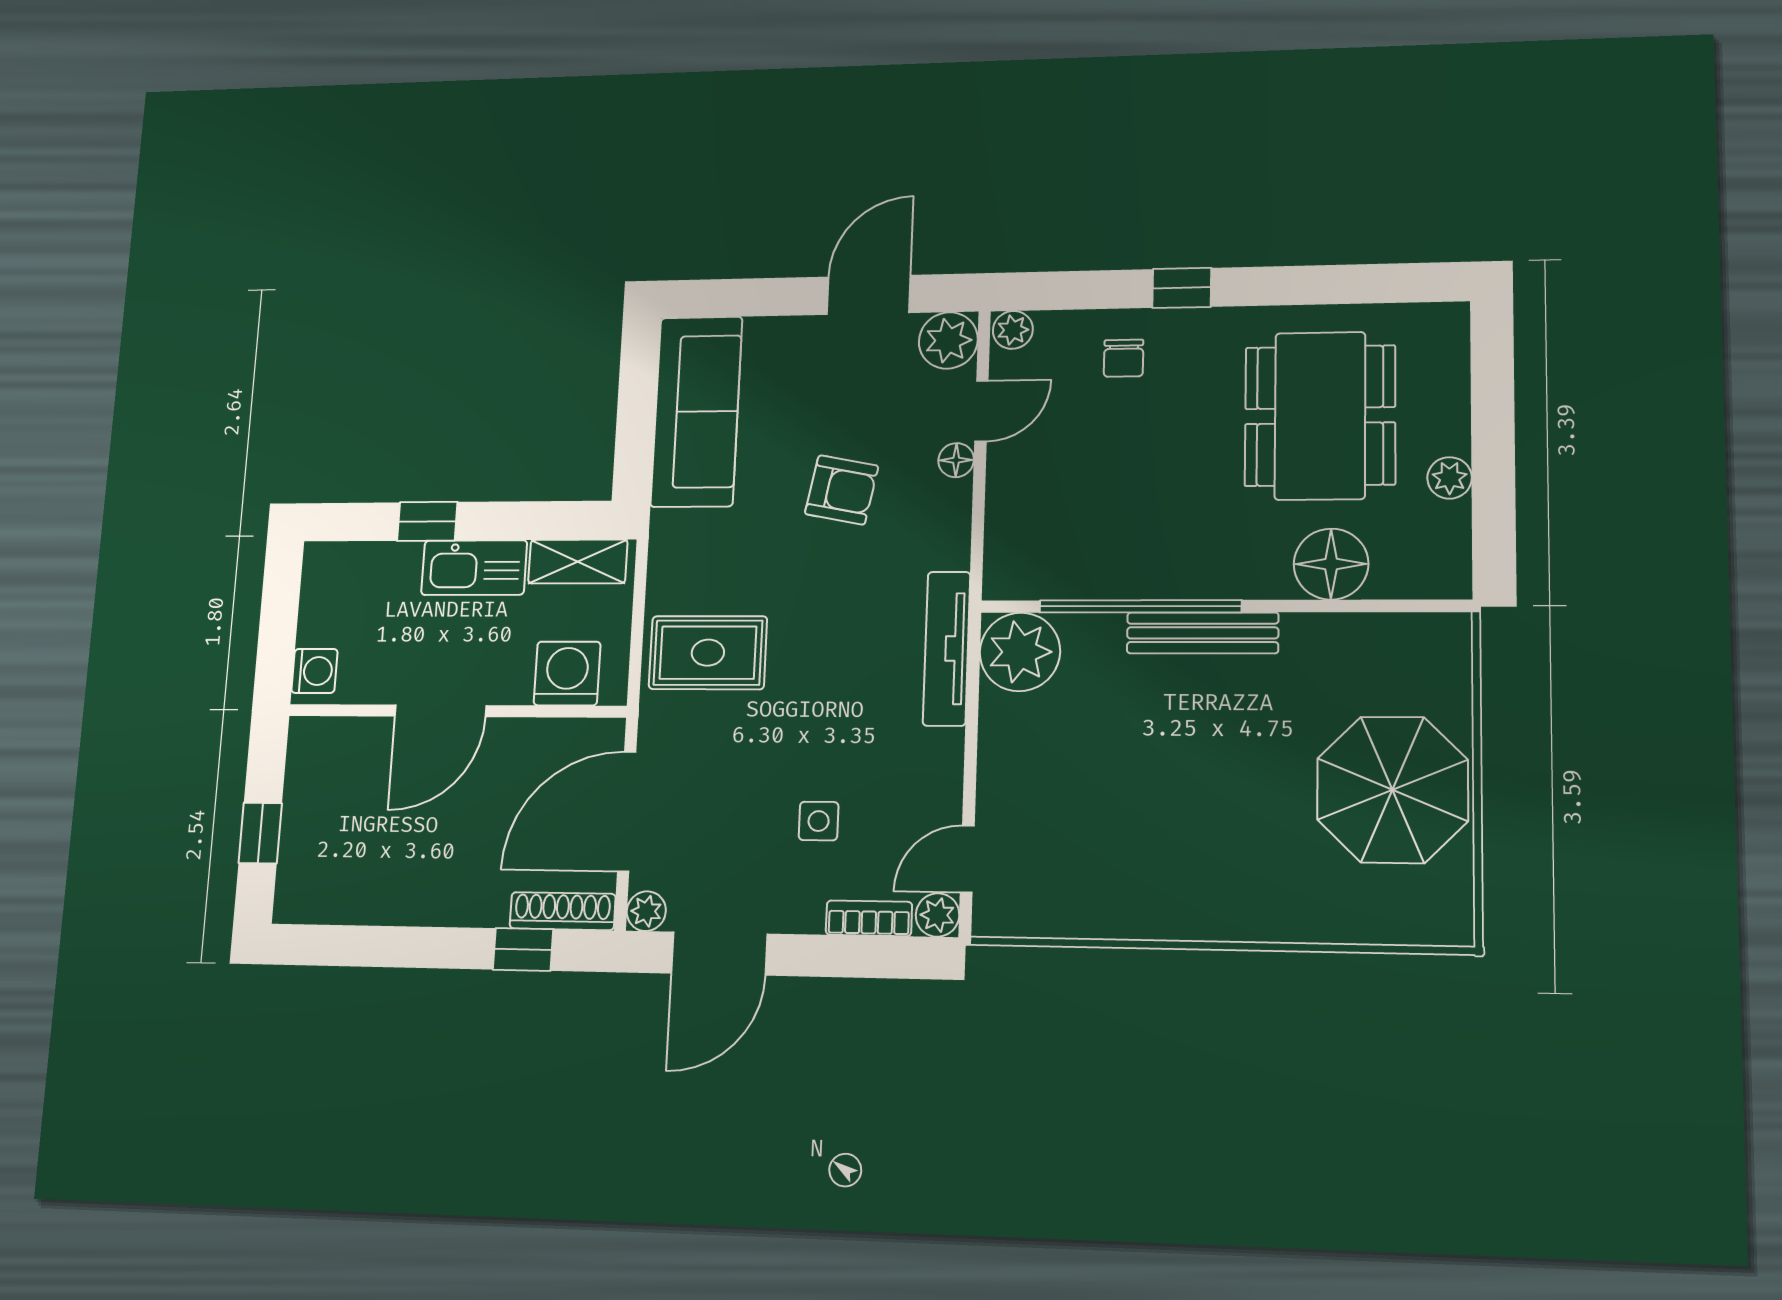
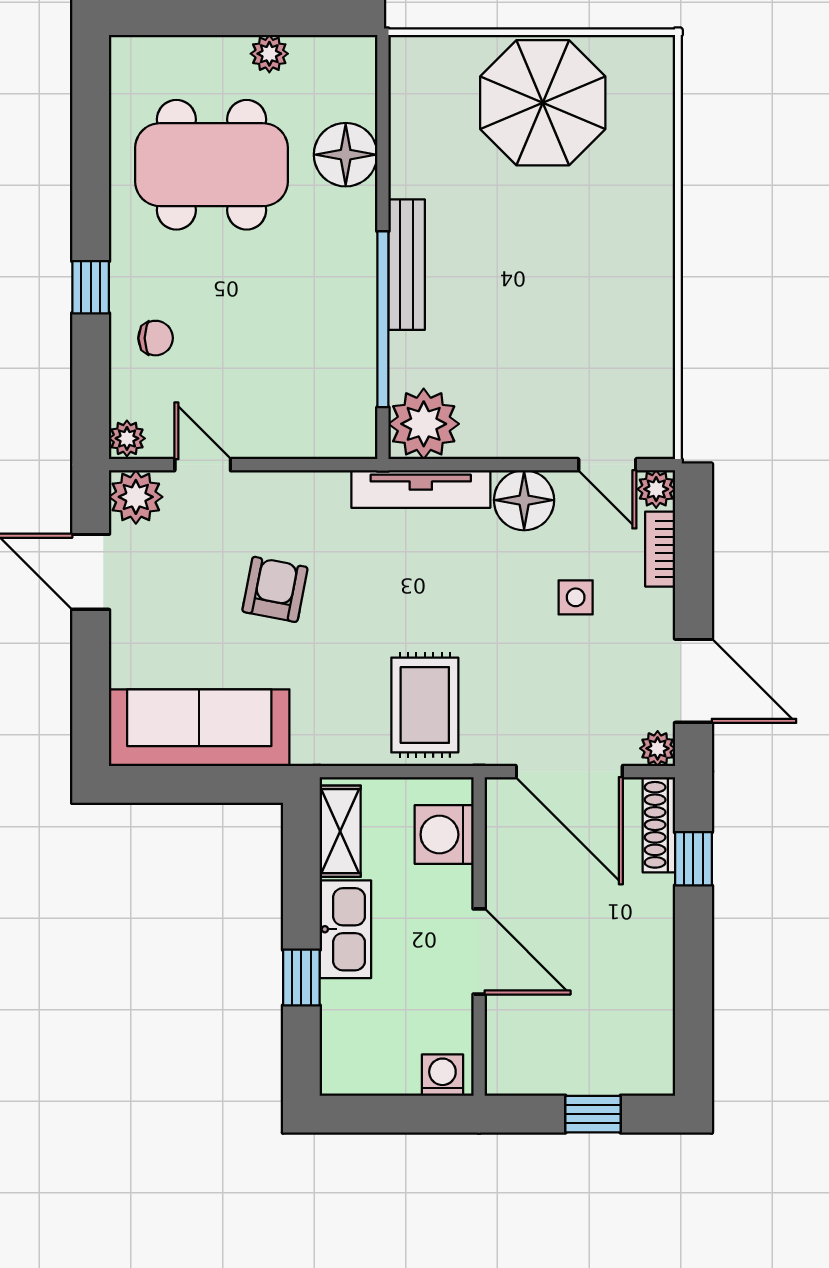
floor lamp: (956, 460) -> (524, 500), moved, width x1.89, depth x1.89

